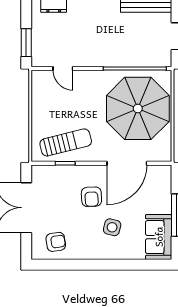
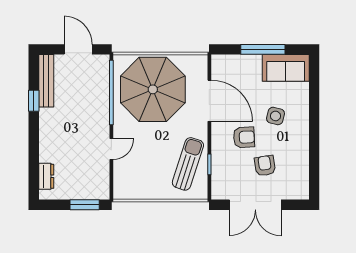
door: (63, 68) -> (111, 149), moved
sun lounger: (66, 142) -> (188, 164), turned 32
armchair: (56, 242) -> (265, 166), moved

